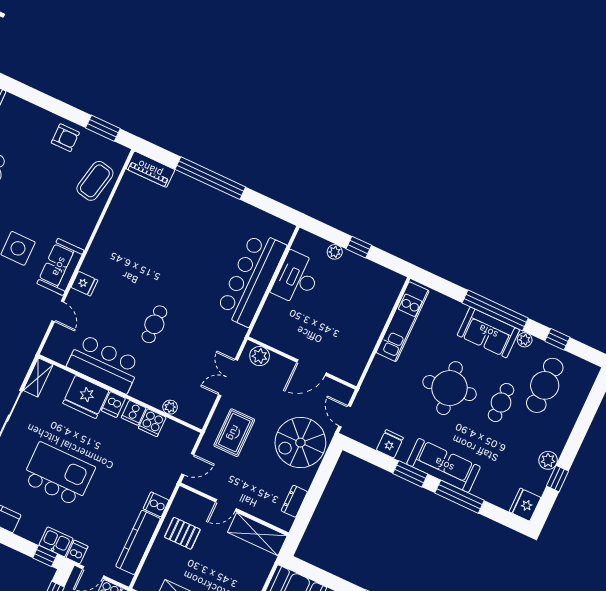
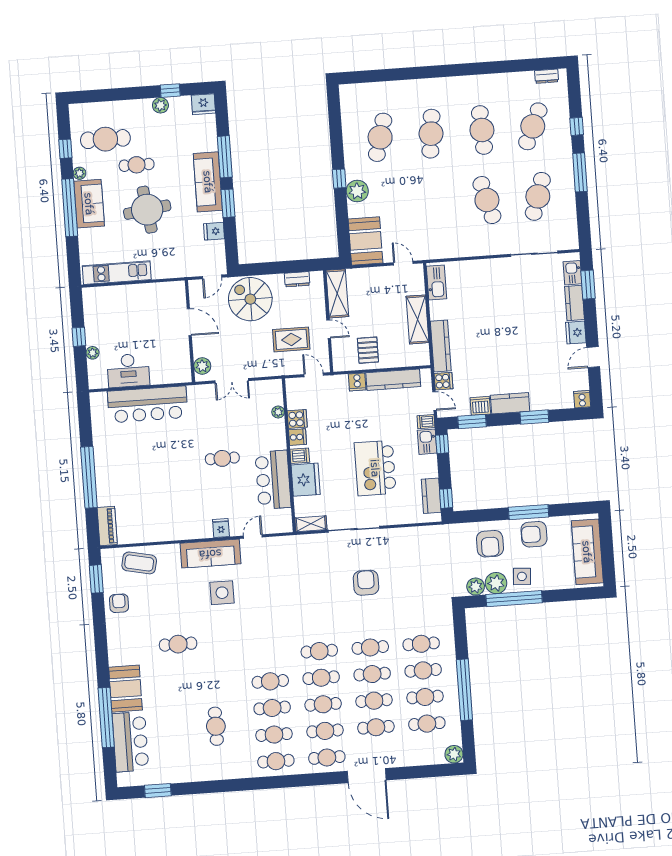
sofa: (60, 267) -> (210, 554), width x1.36
rug: (234, 433) -> (291, 339), moved
spiral stairs: (300, 443) -> (250, 299), turned 180

